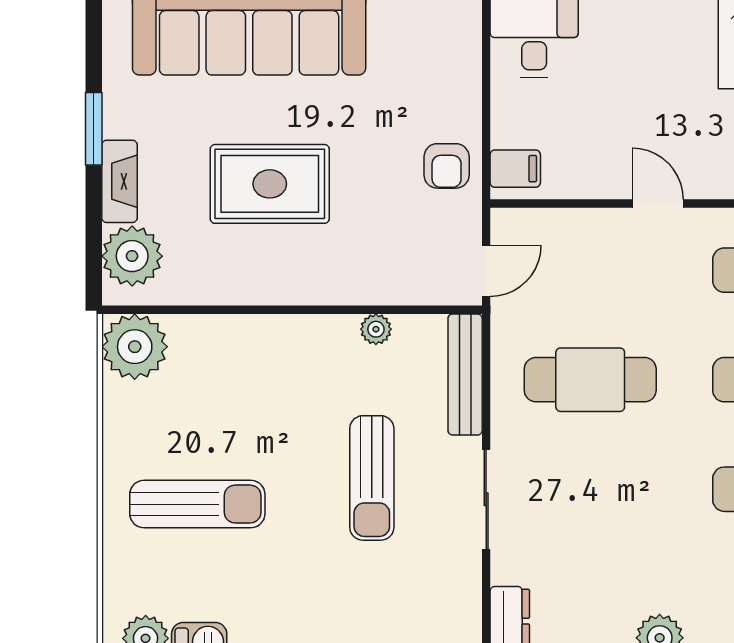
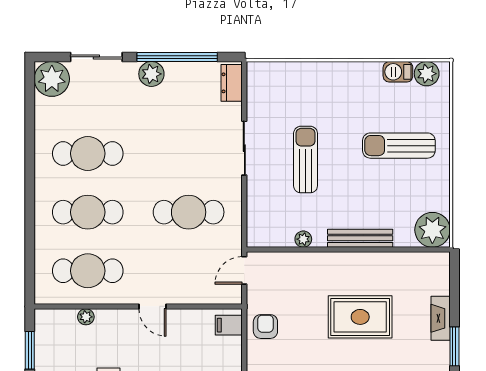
plant: (132, 256) -> (434, 278), removed
bench: (465, 374) -> (360, 238), moved, turned 90

